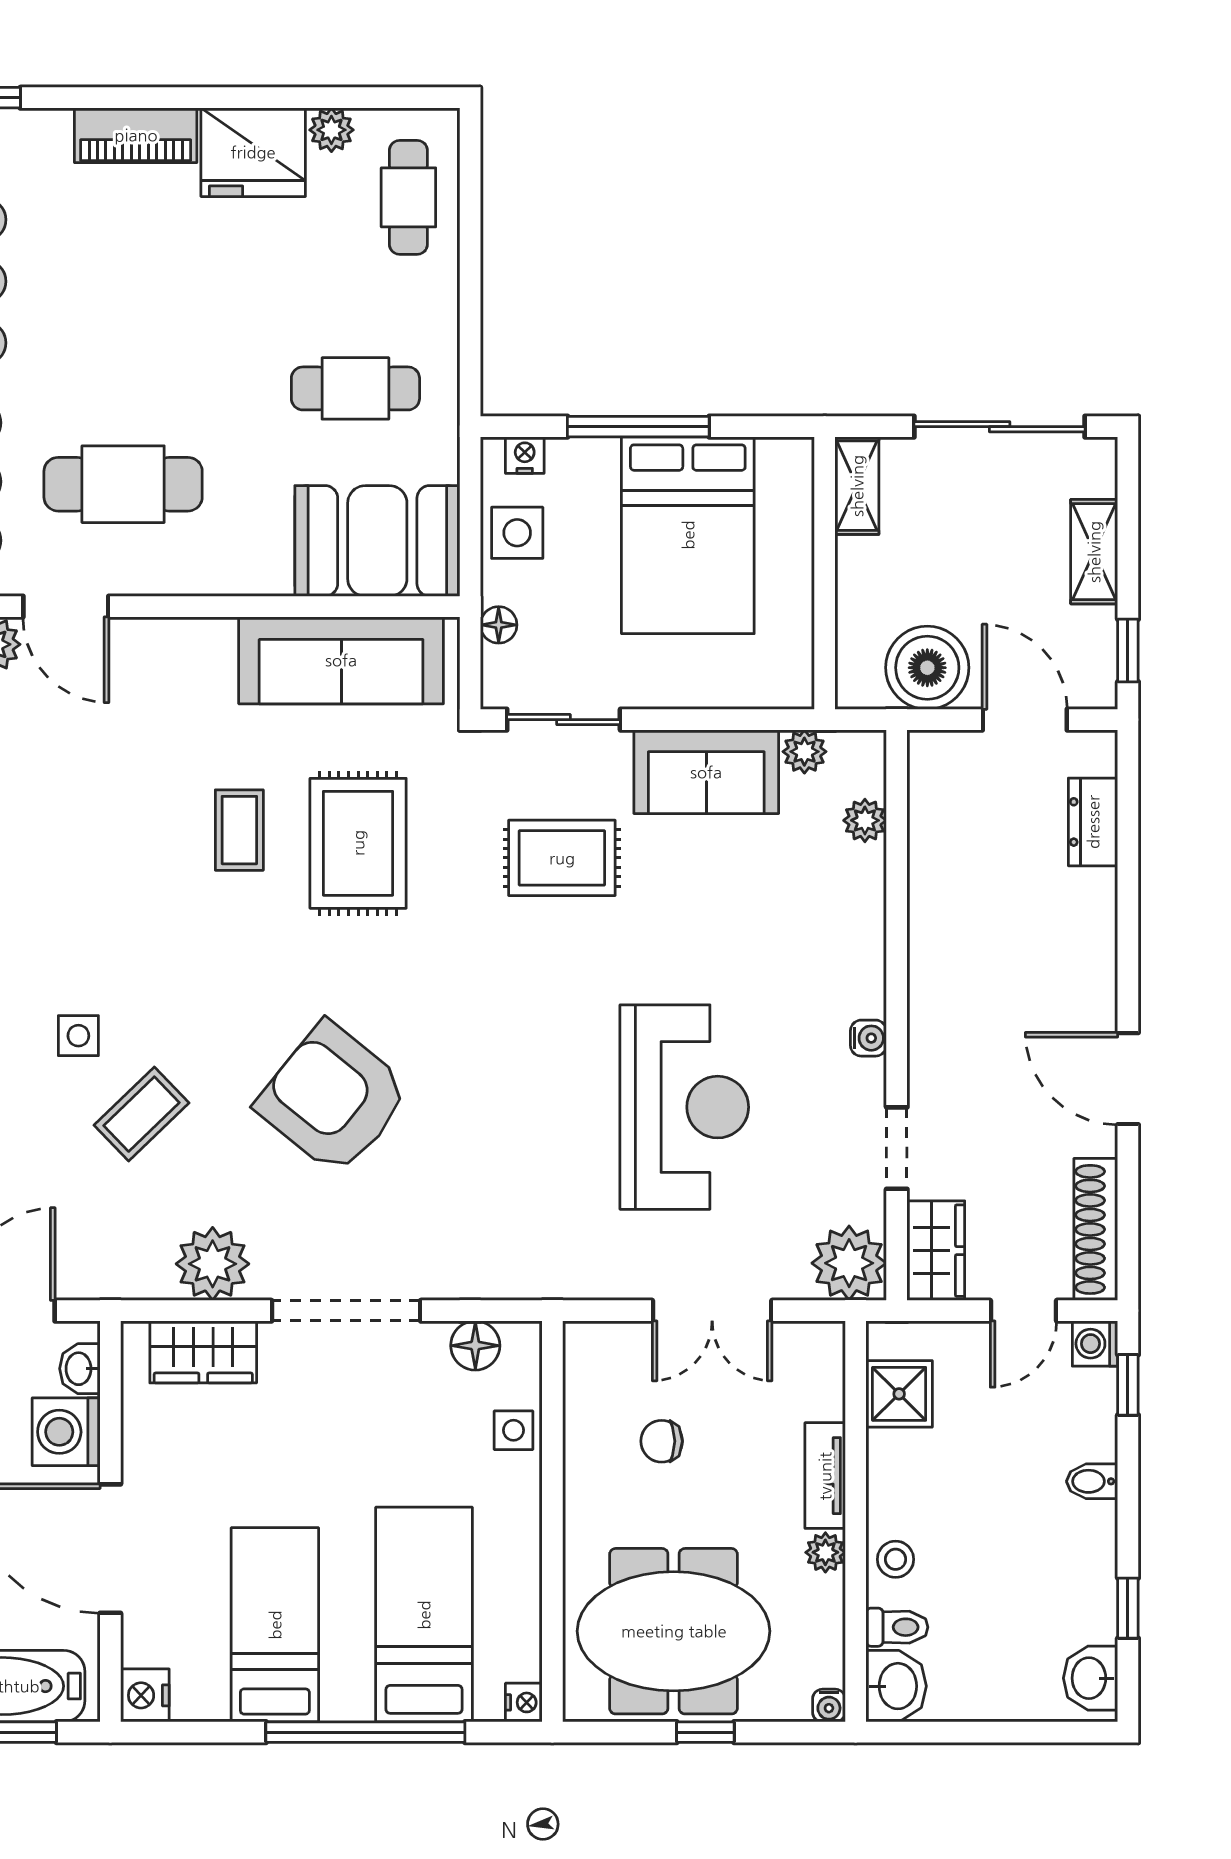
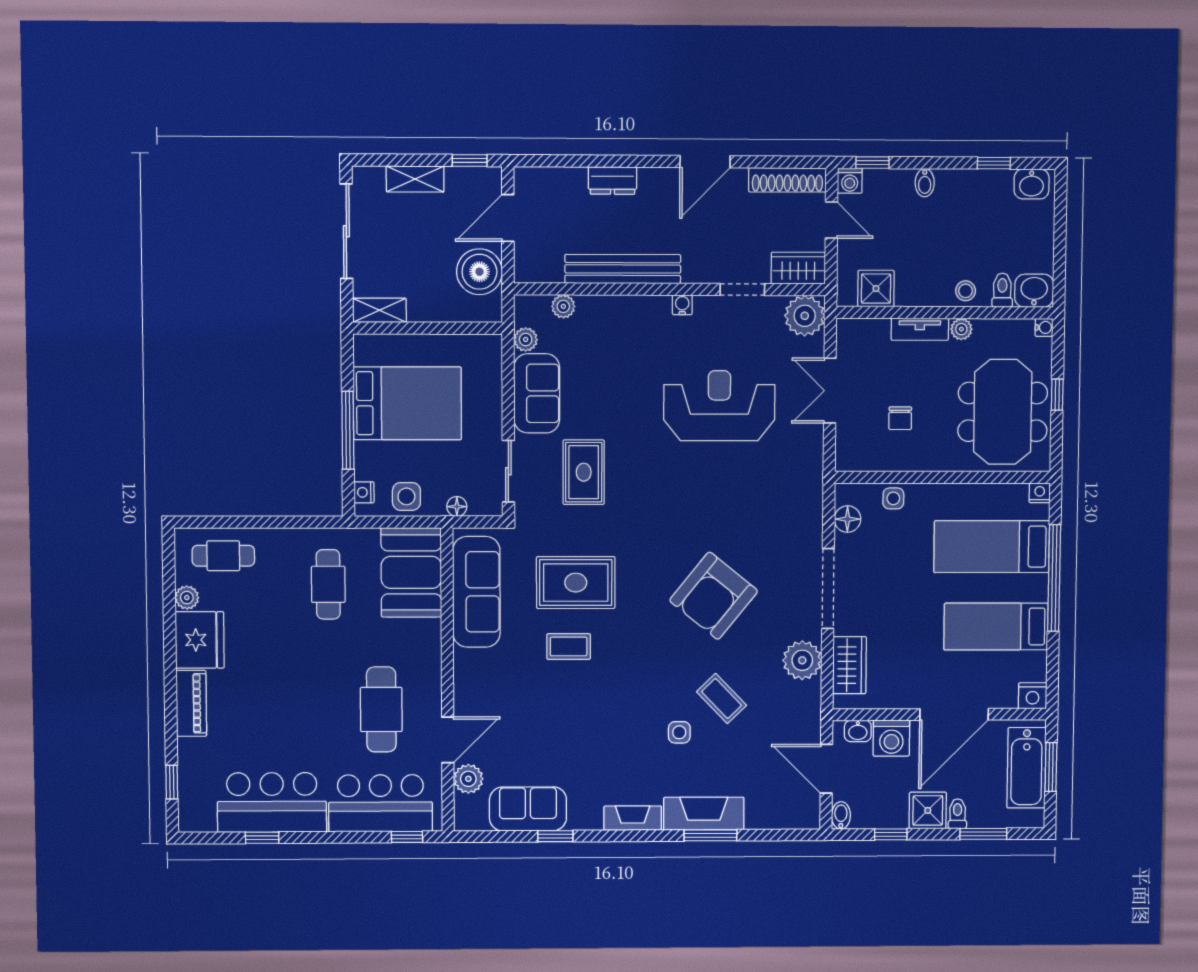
dresser: (1093, 822) -> (612, 181), moved
bench: (933, 929) -> (623, 269), added
double door: (712, 1311) -> (830, 391), swing flipped

